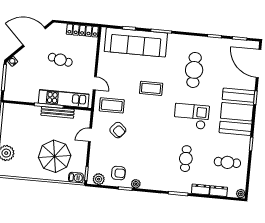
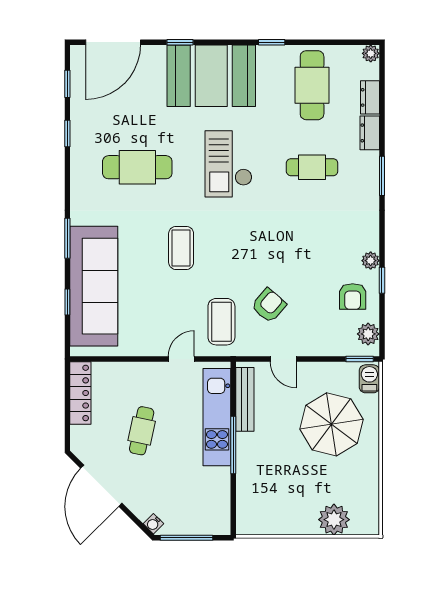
bench: (58, 112) -> (245, 399), moved
cafe table: (227, 162) -> (312, 85), width x1.37, depth x1.35
armchair: (118, 173) -> (353, 296), turned 180

